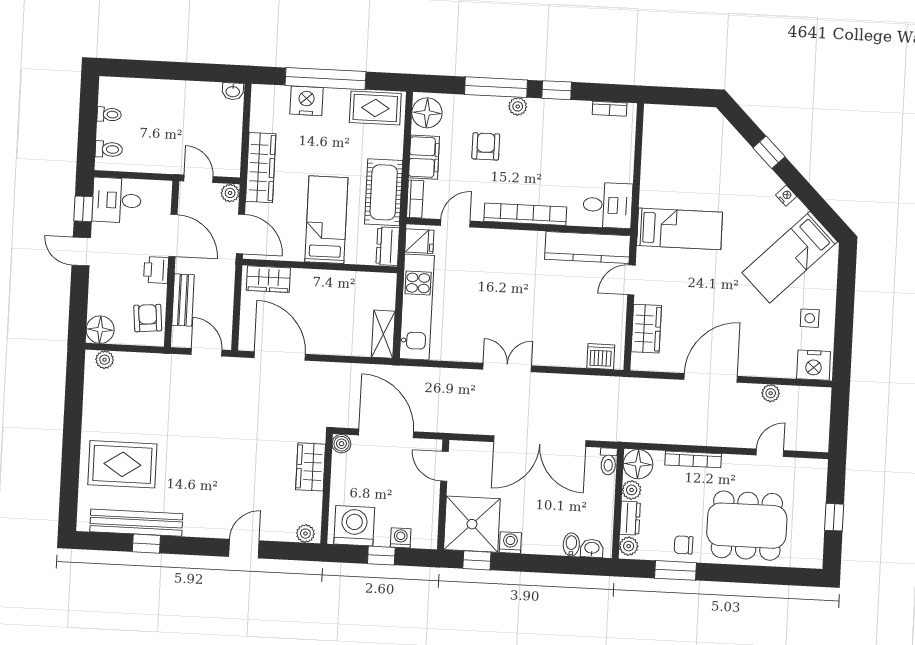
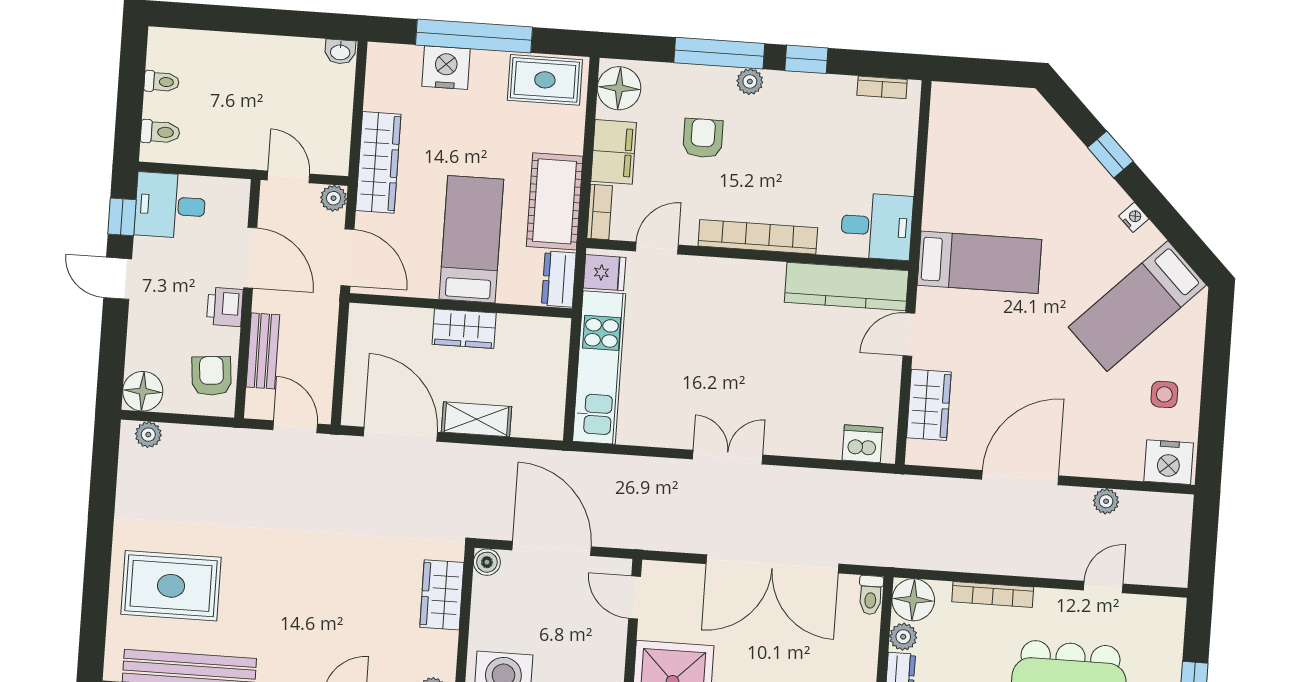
wardrobe: (268, 279) -> (464, 329), moved
shelving: (383, 334) -> (476, 419), moved, turned 90

